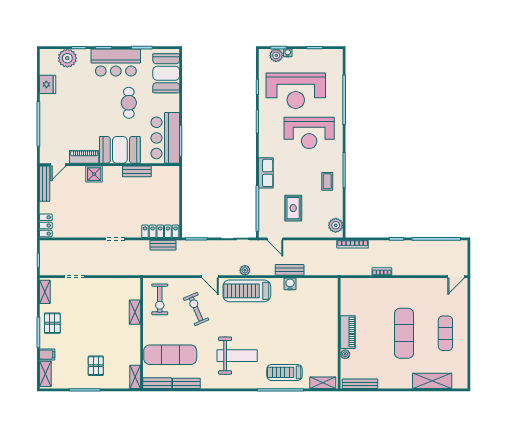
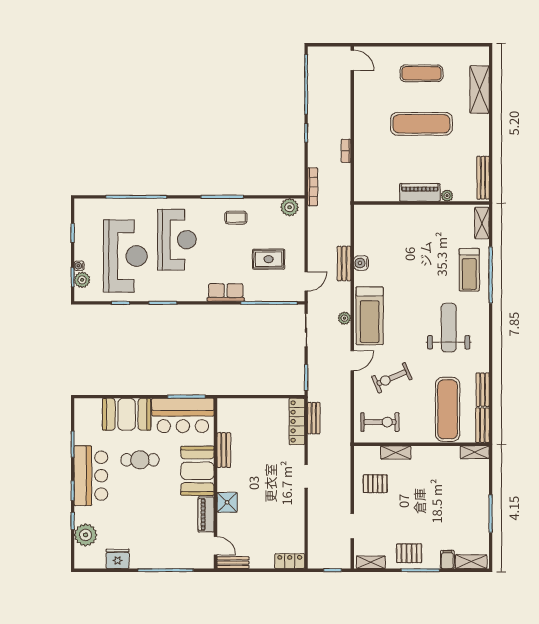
booth: (166, 73) -> (127, 414), moved
bench: (45, 184) -> (233, 563), width x0.73
pallet: (96, 366) -> (375, 484), moved

